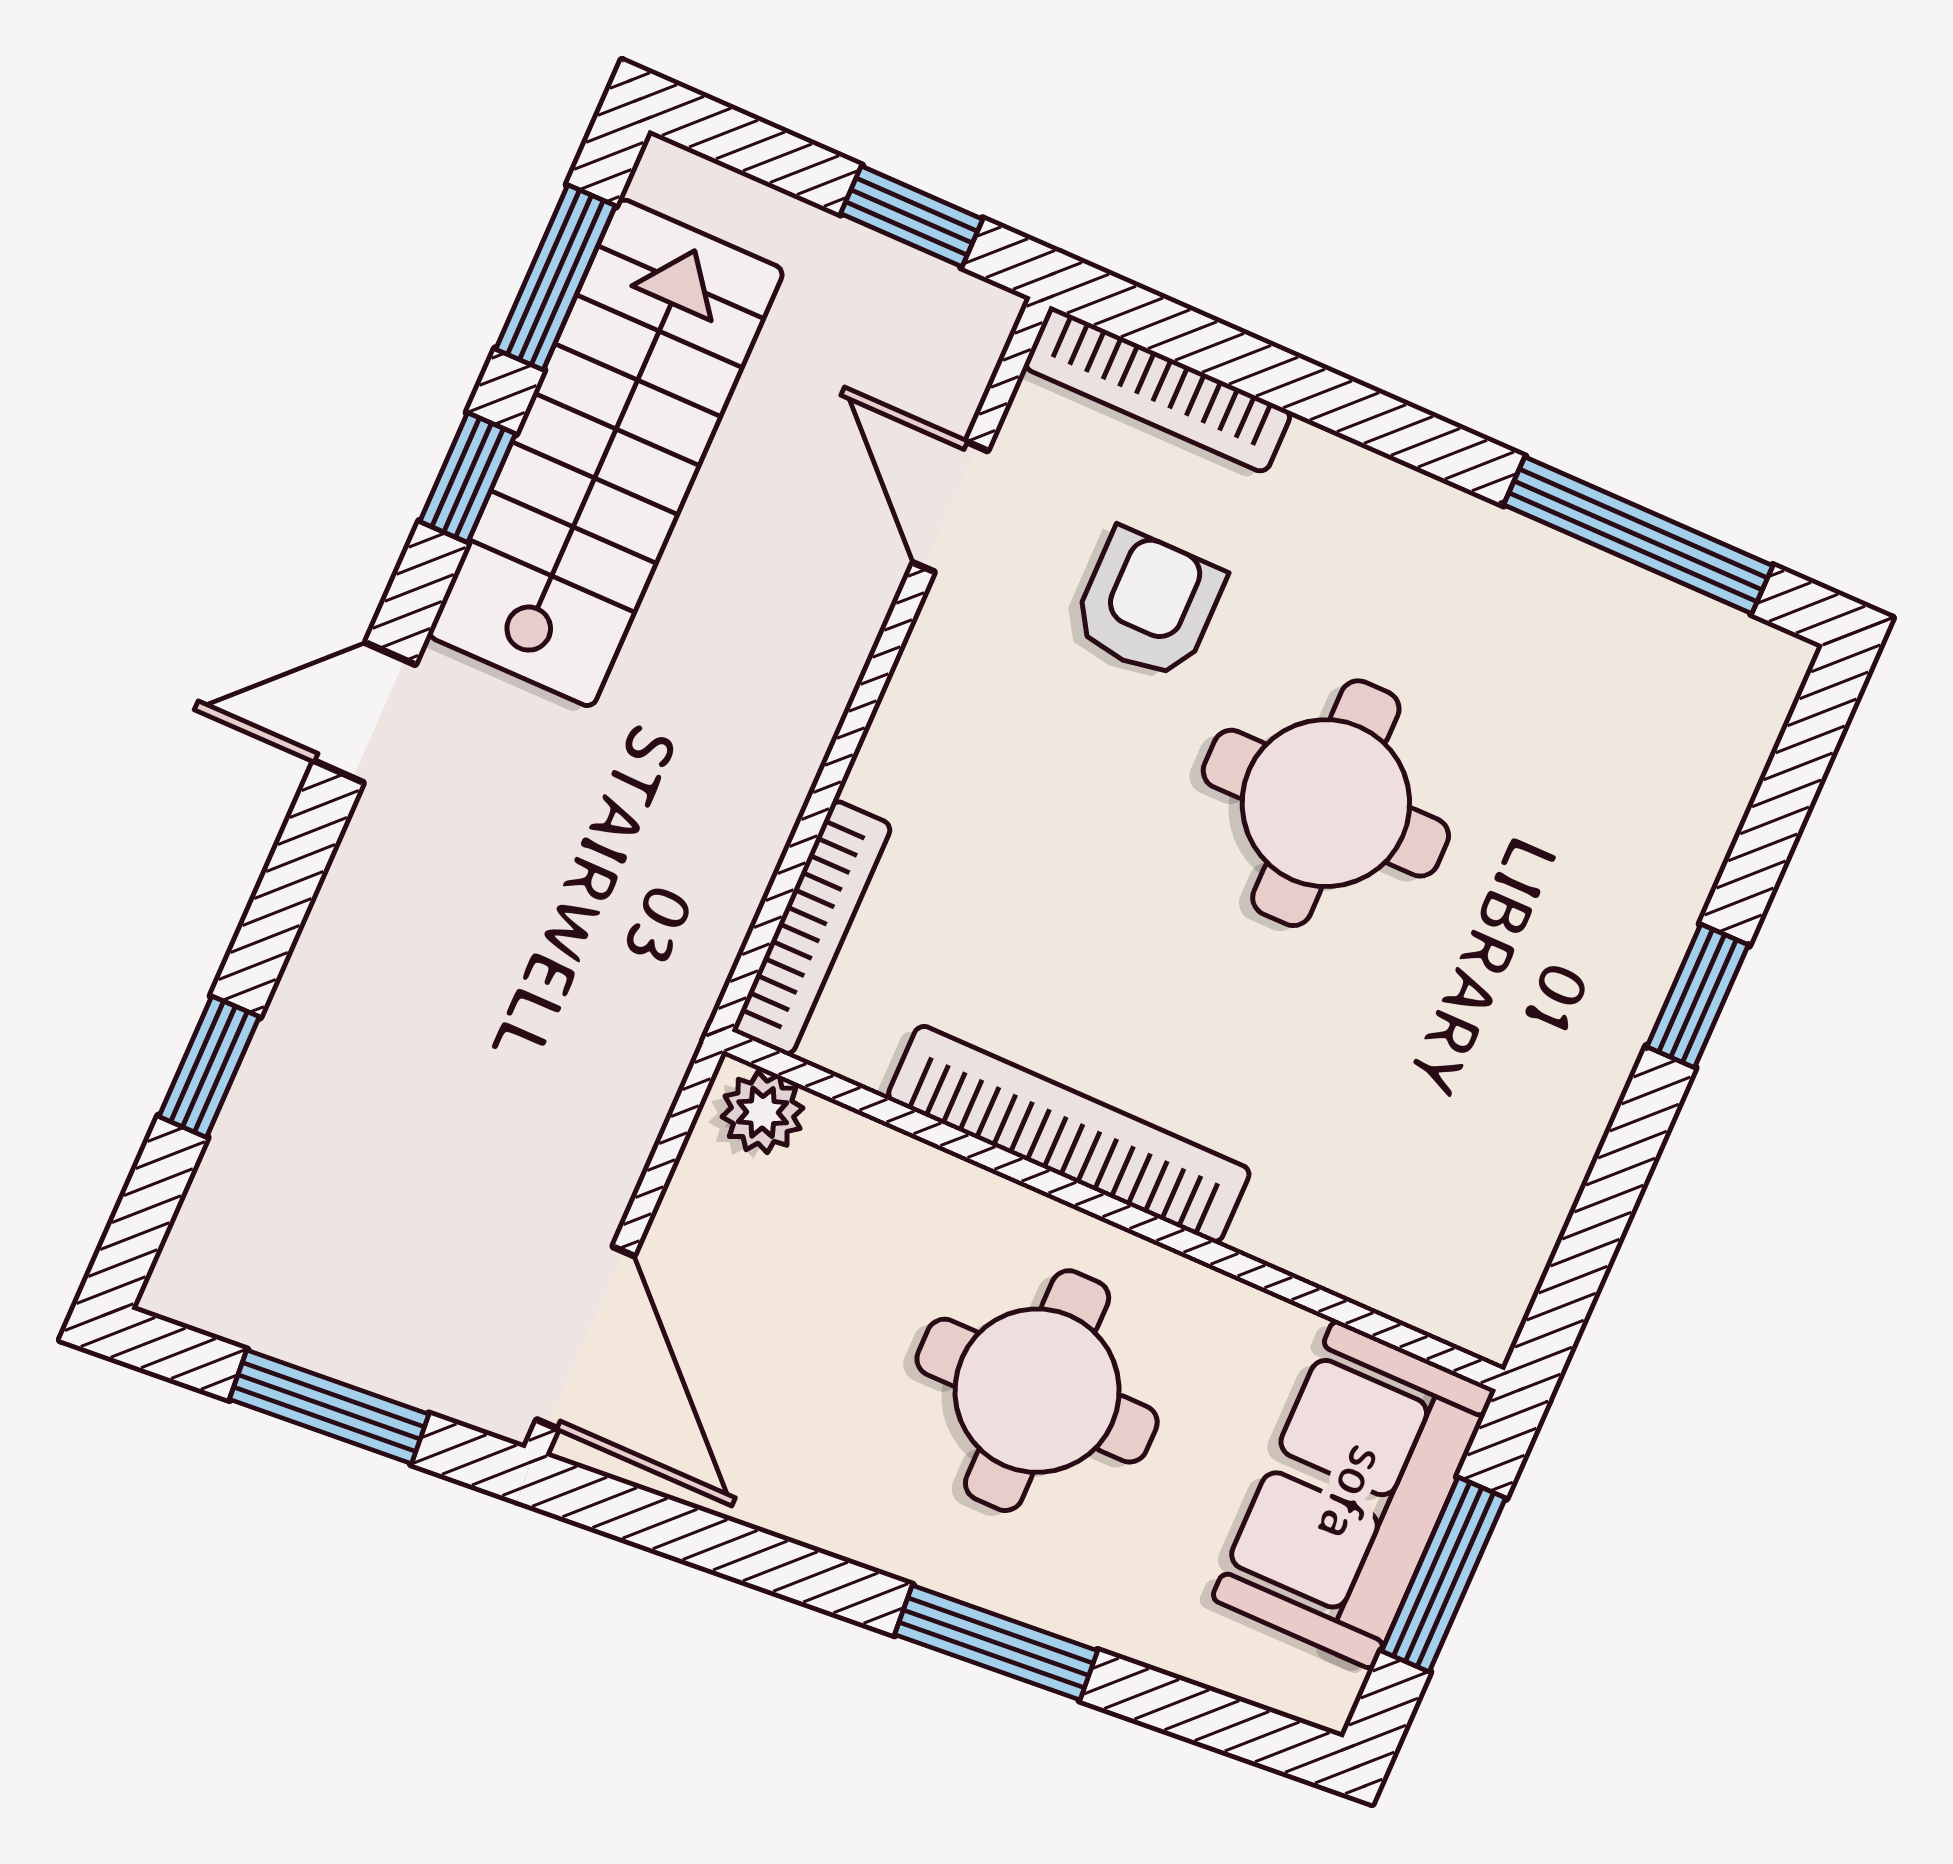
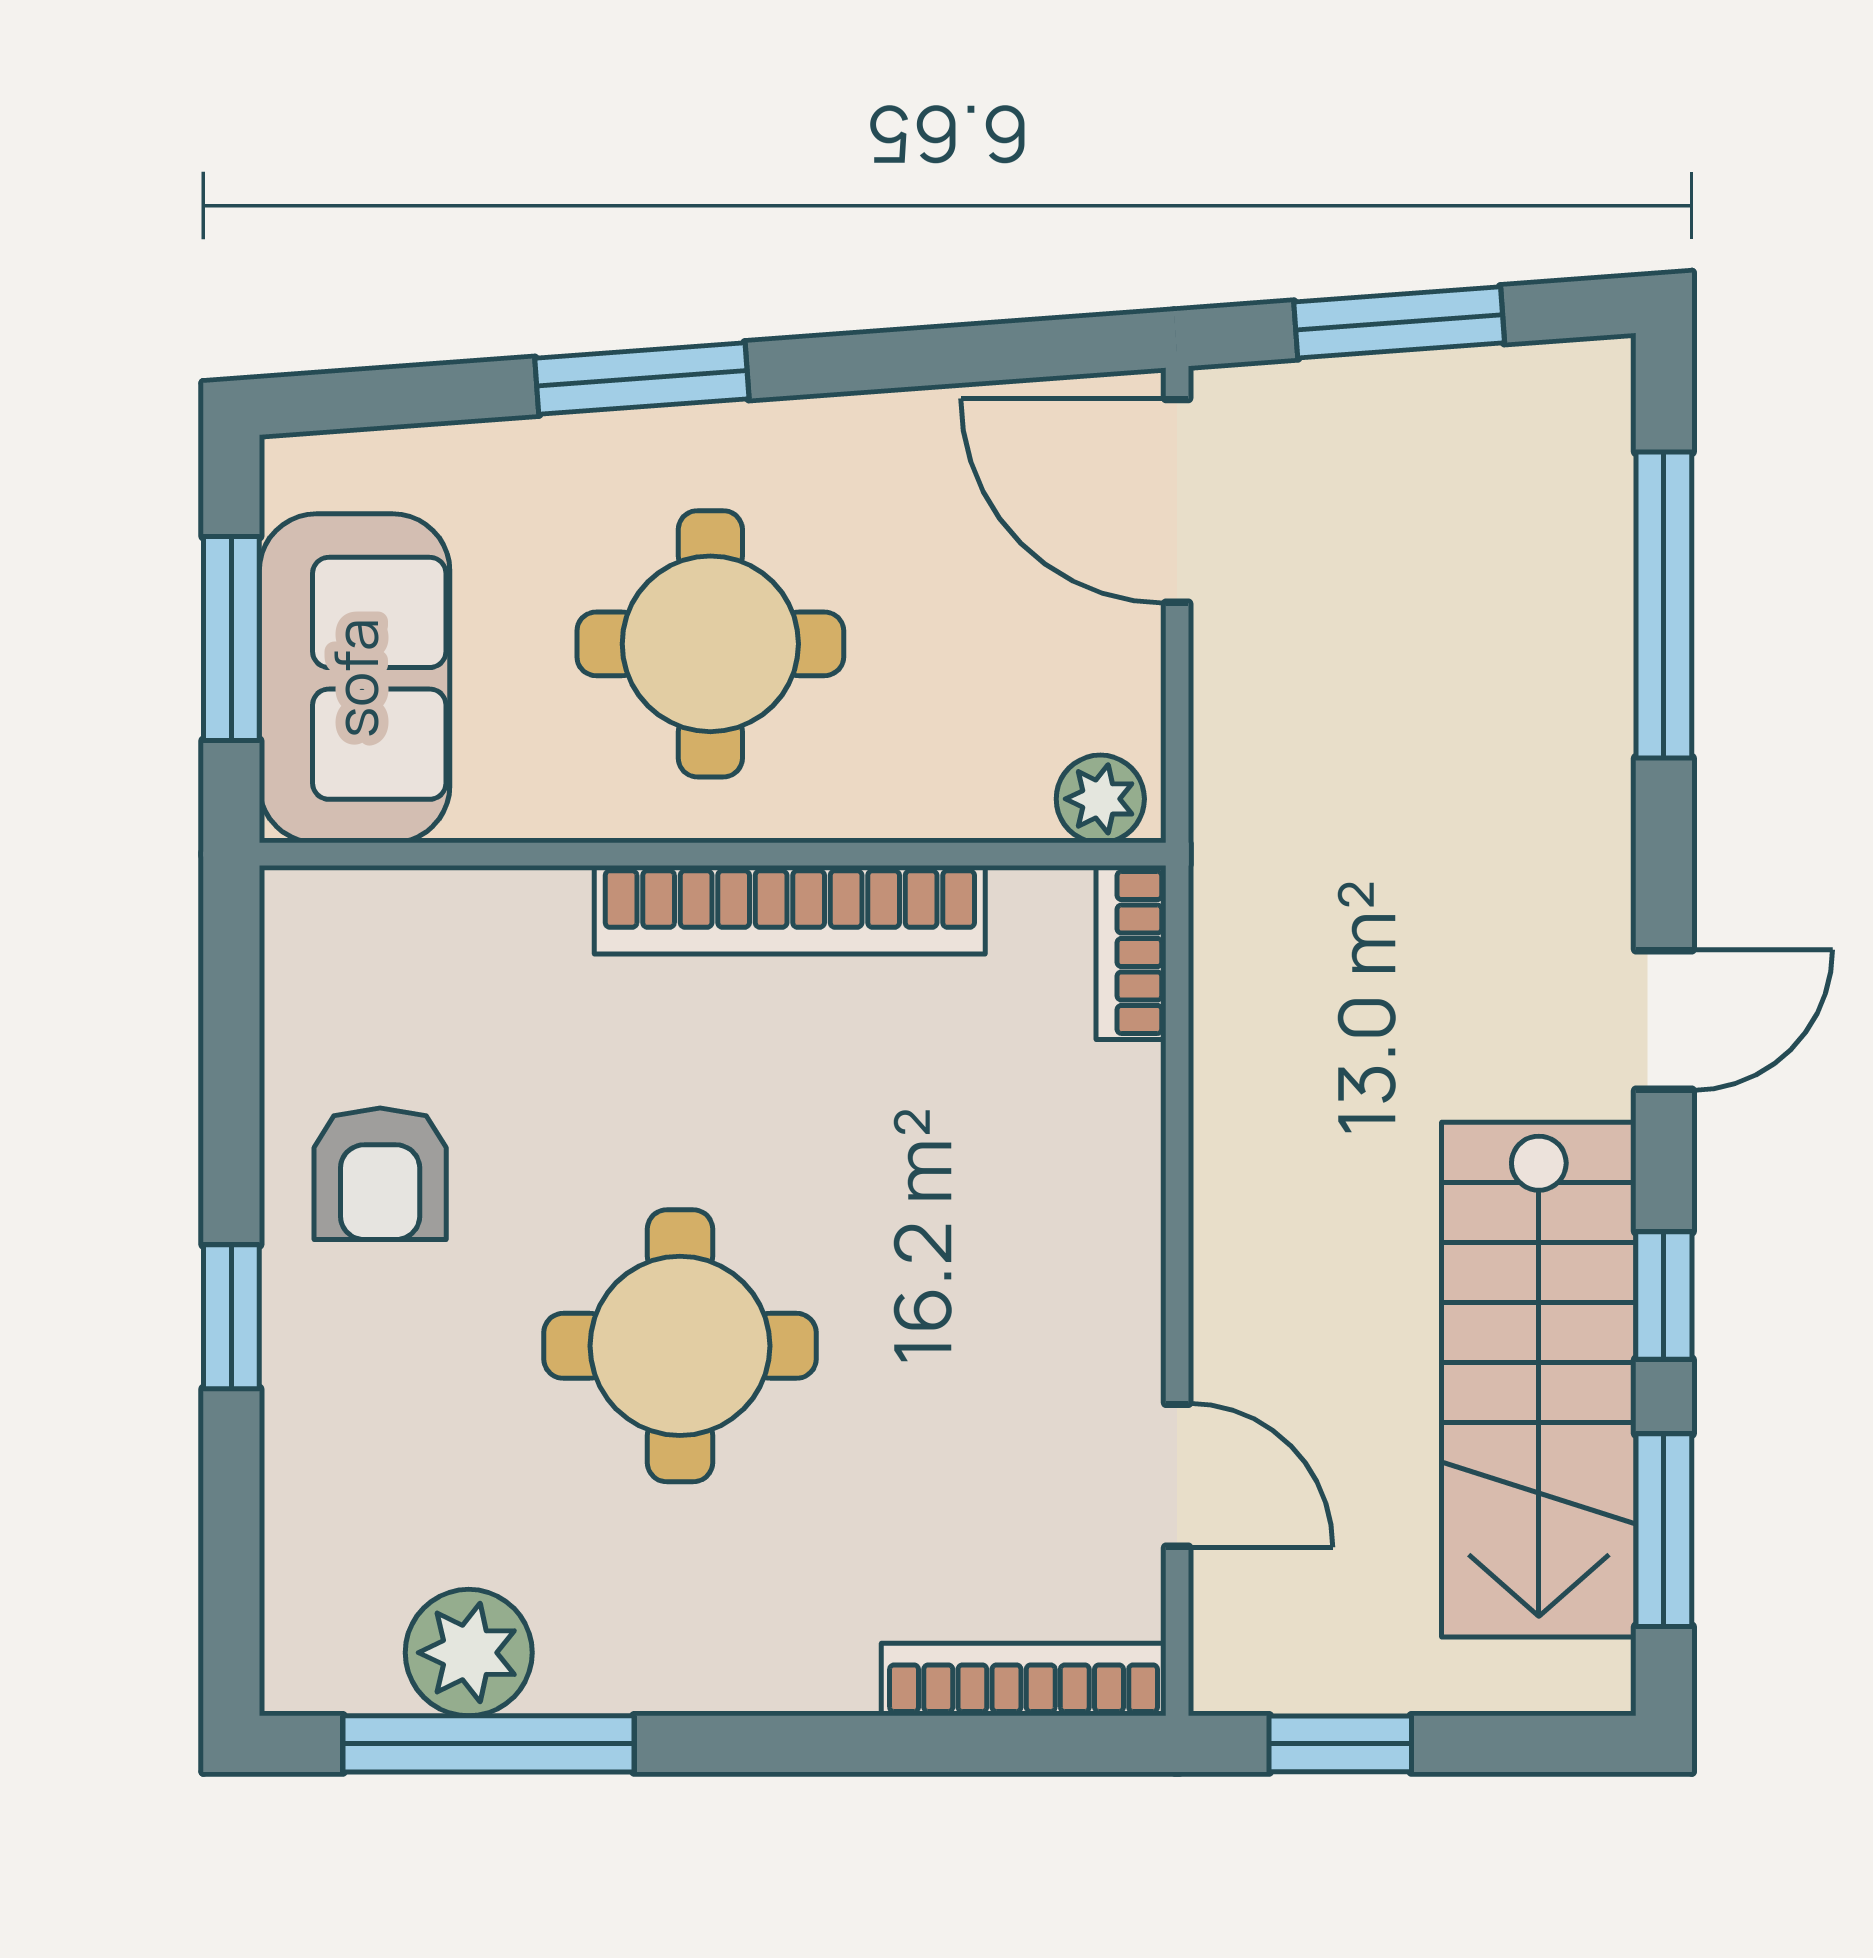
armchair: (1148, 604) -> (380, 1174), moved
plant: (1621, 621) -> (469, 1653), added
bookcase: (812, 928) -> (1131, 953), width x0.64
window: (209, 1067) -> (1664, 605), width x2.17

